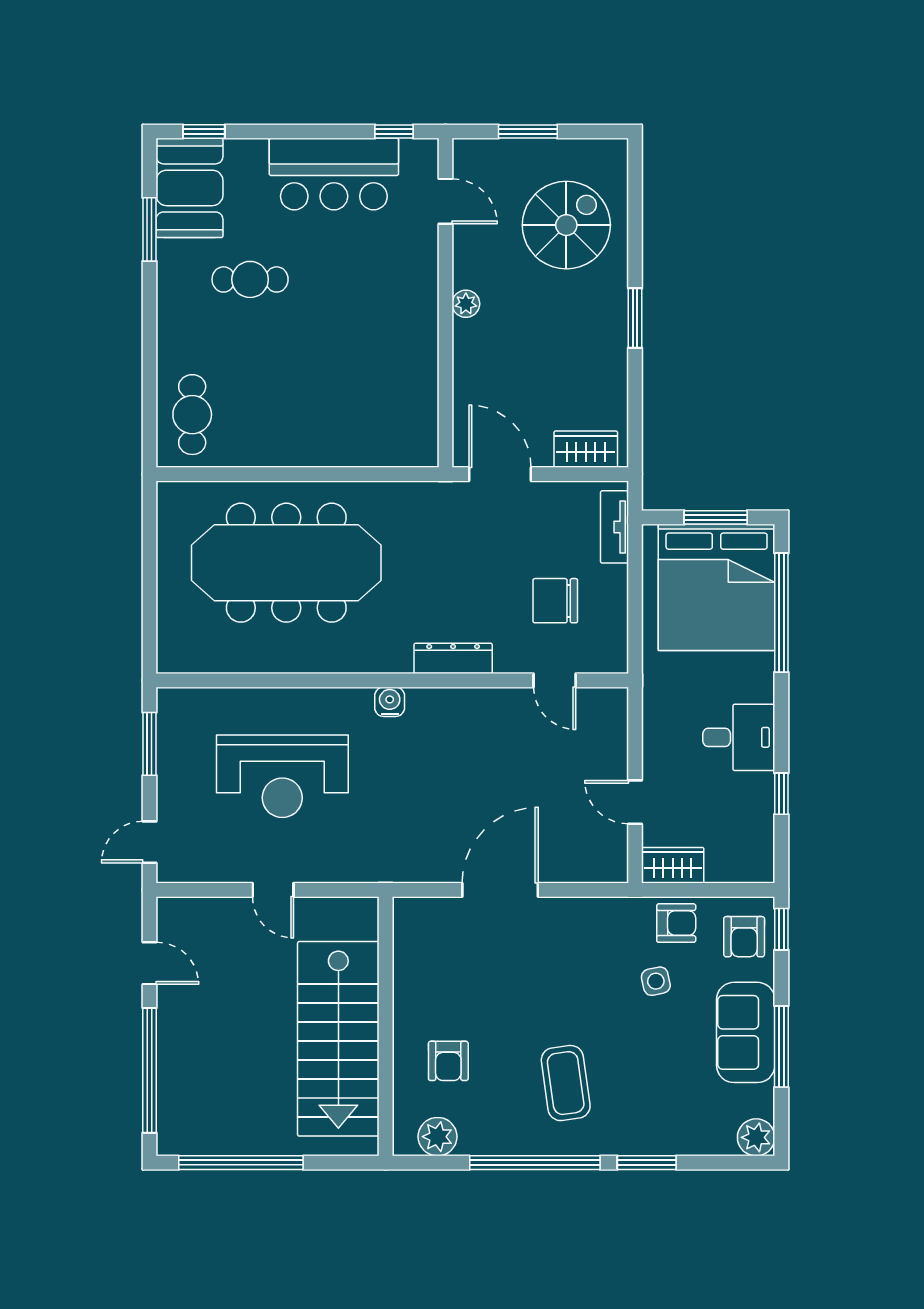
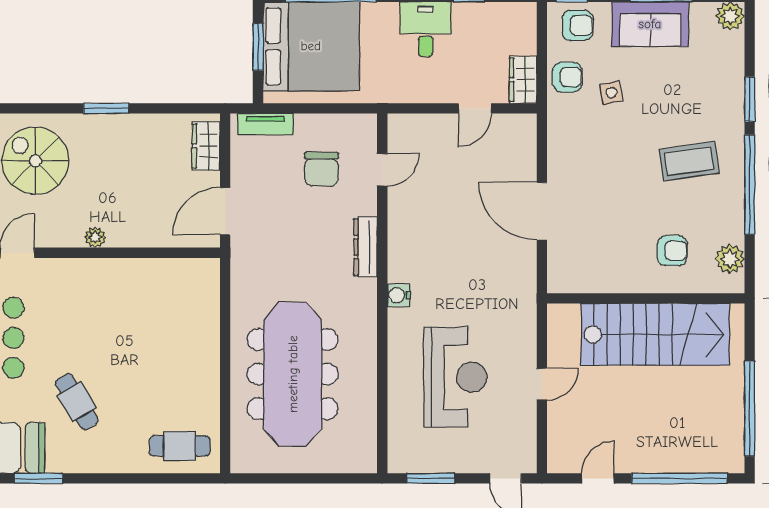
cafe table: (250, 279) -> (77, 402), turned -31
armchair: (676, 923) -> (567, 77), turned 90

